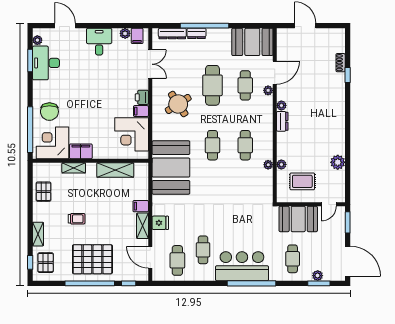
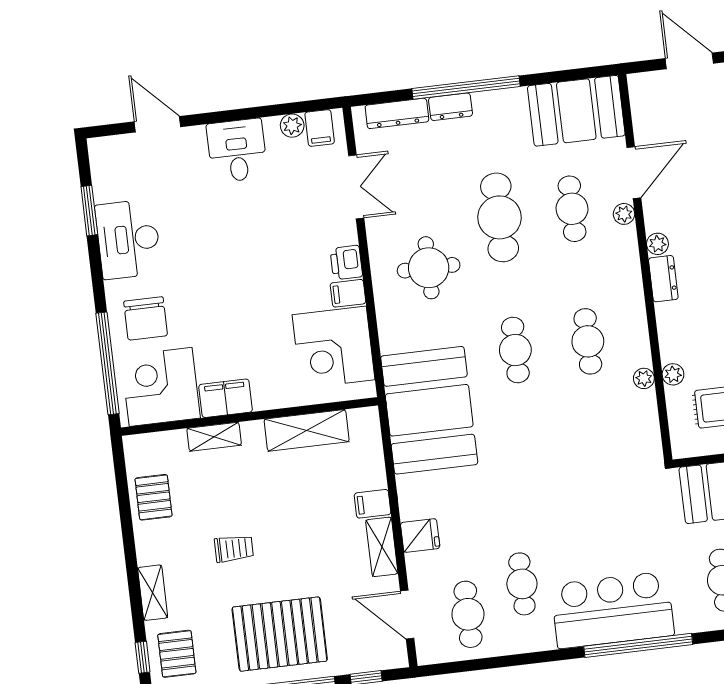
plant: (37, 40) -> (100, 164), removed
desk: (46, 63) -> (128, 239), moved
round table: (178, 104) -> (429, 268), turned 33

